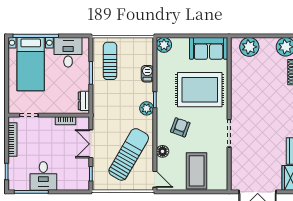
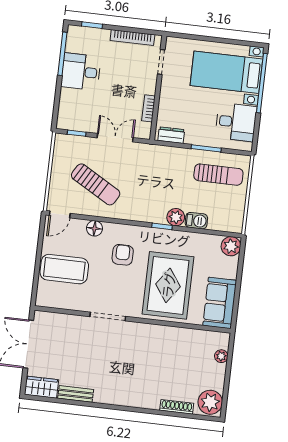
plant: (249, 47) -> (221, 356), width x0.53, depth x0.53
plant: (147, 108) -> (176, 217), moved
armchair: (180, 127) -> (123, 255), turned -110
sun lounger: (129, 154) -> (96, 184), width x0.73, depth x0.75

